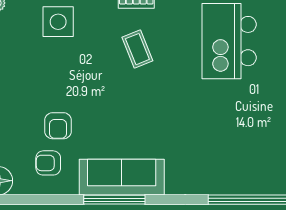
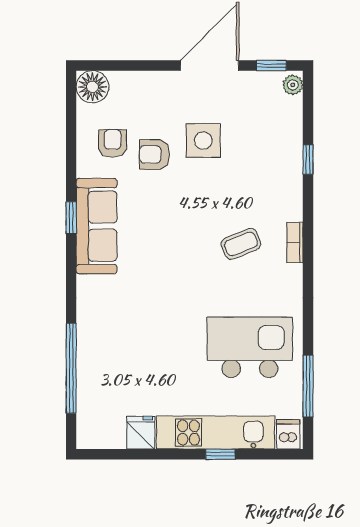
side table: (58, 22) -> (203, 141), moved
window: (114, 200) -> (71, 218), width x0.46

